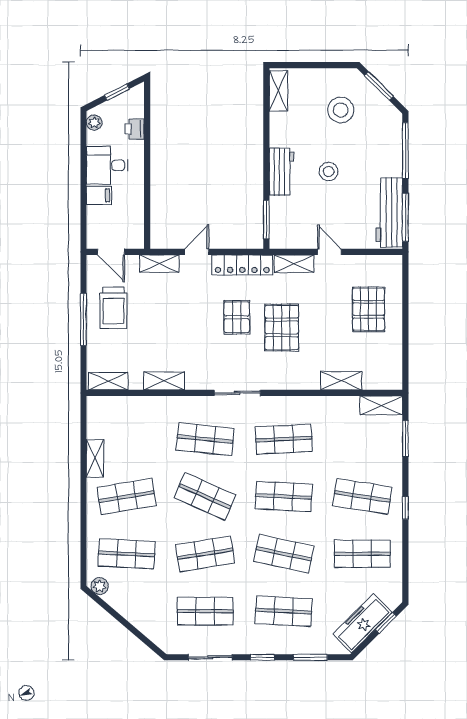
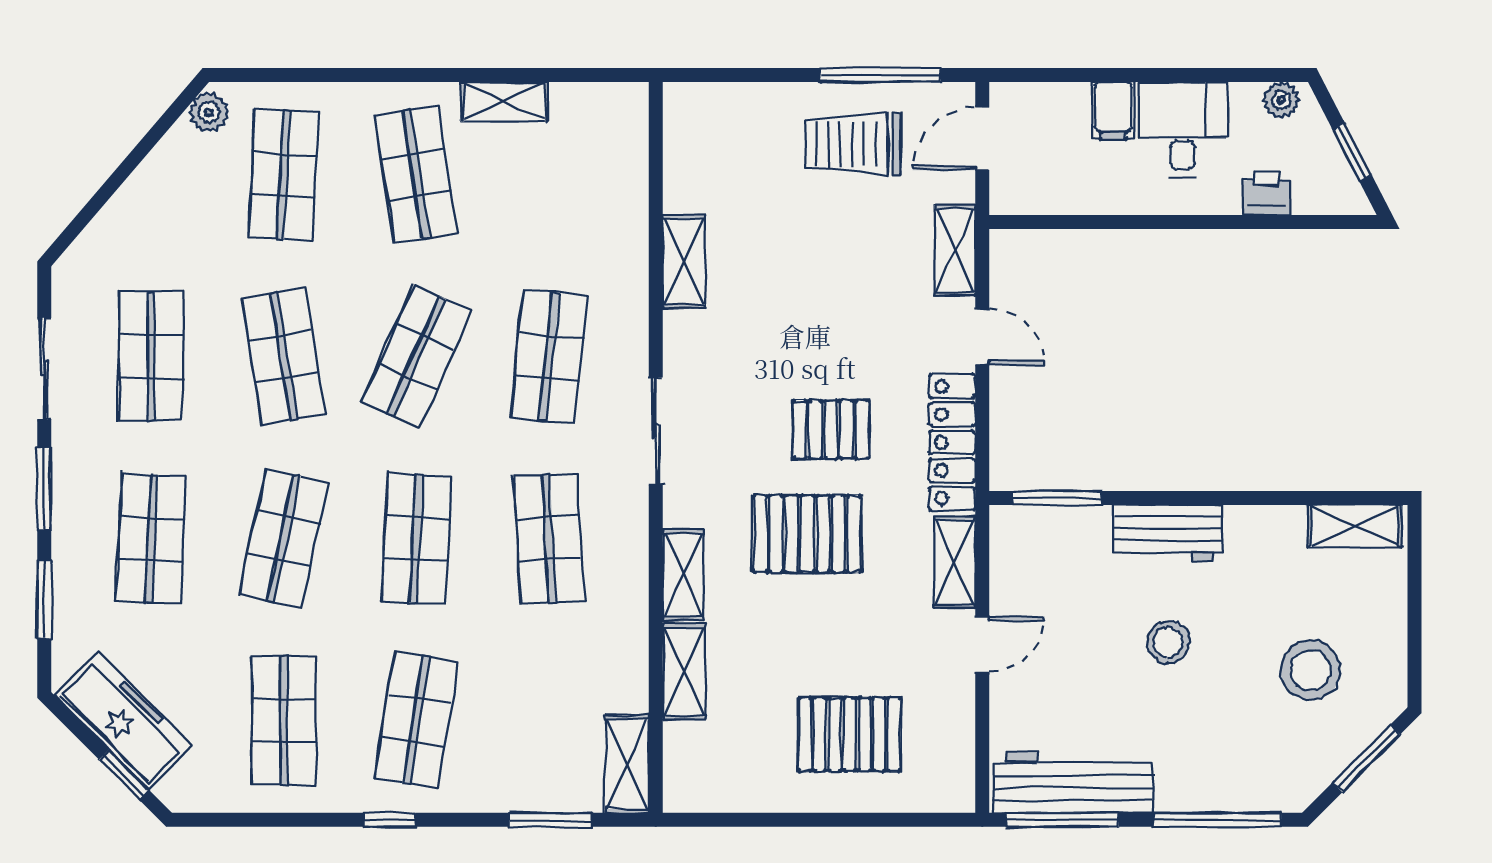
window: (83, 319) -> (880, 75), moved
shelving: (108, 381) -> (683, 575), moved
window: (262, 657) -> (44, 489), width x1.50

